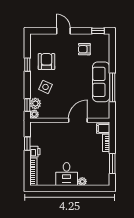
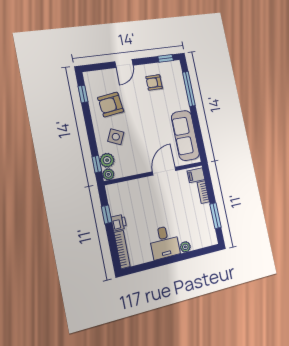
door: (63, 31) -> (124, 64), swing flipped
armchair: (46, 62) -> (111, 105), turned -97
window: (27, 65) -> (83, 94), moved
sofa: (101, 82) -> (185, 136), moved
window: (112, 87) -> (189, 89), moved

